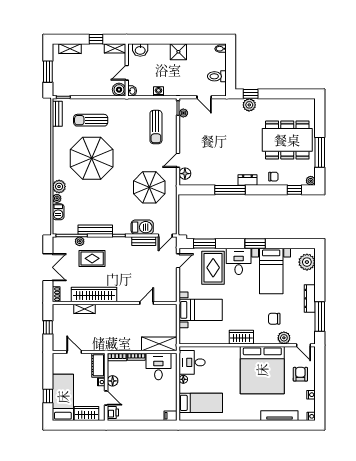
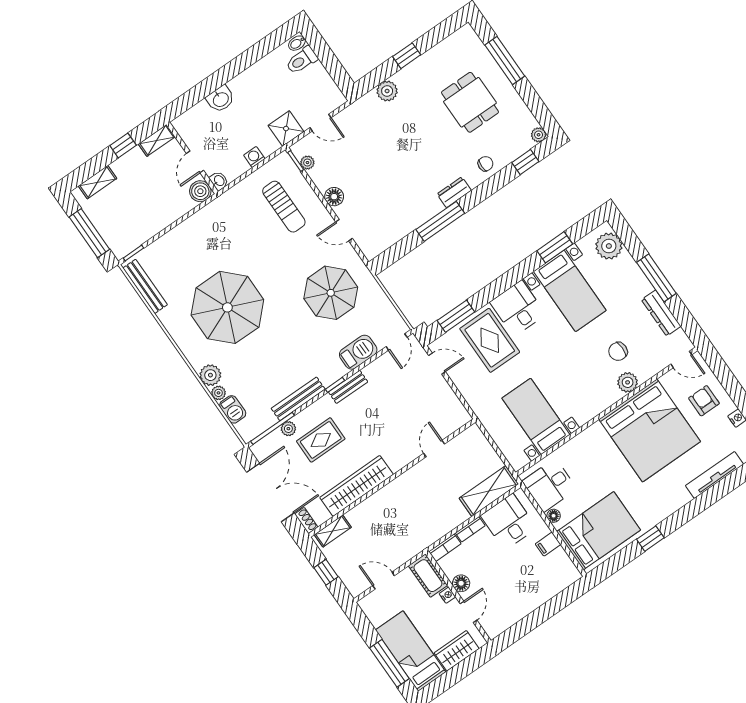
washbasin: (140, 50) -> (221, 99), moved
shower: (178, 52) -> (286, 129), moved
window: (48, 72) -> (89, 233), width x1.44
toilet: (217, 76) -> (302, 60), moved
window: (251, 94) -> (407, 56), moved
bench: (57, 114) -> (145, 286), width x1.36
sun lounger: (91, 120) -> (191, 258), removed
dining table: (287, 140) -> (470, 102), width x0.53, depth x0.80
window: (320, 152) -> (505, 60), moved
door: (178, 160) -> (344, 230), hinge flipped
floor lamp: (185, 174) -> (334, 197), moved
bench: (144, 241) -> (348, 387), moved
window: (255, 244) -> (555, 247), moved
door: (178, 261) -> (437, 364), hinge flipped
double door: (48, 267) -> (270, 493), width x1.37
dresser: (310, 298) -> (661, 313), moved
shelving: (84, 309) -> (333, 531), moved
bed with nightstands: (201, 310) -> (536, 416), moved, turned -90
window: (320, 317) -> (656, 278), moved
wardrobe: (241, 337) -> (591, 406), removed
plant: (284, 338) -> (628, 382), moved
window: (48, 396) -> (389, 663), width x2.17
door: (106, 398) -> (468, 612), hinge flipped
bed: (201, 403) -> (598, 531), width x1.50
printer: (113, 412) -> (491, 625), removed
filing cabinet: (171, 416) -> (548, 544), moved
window: (224, 425) -> (650, 539), added

